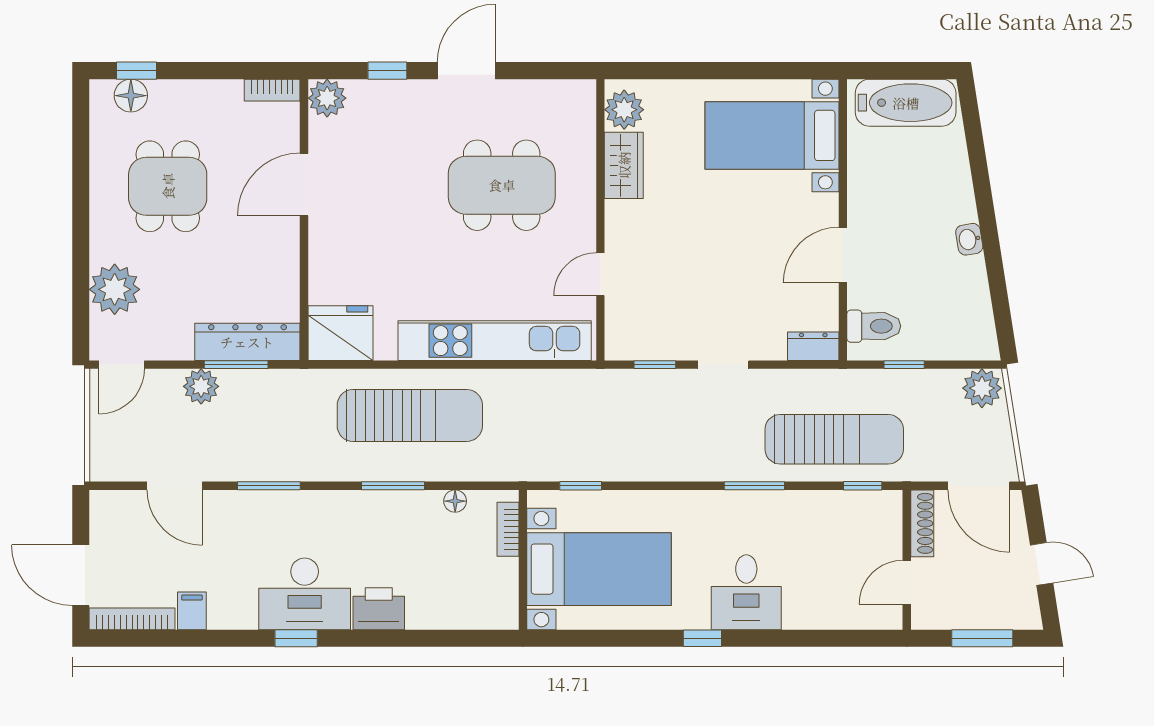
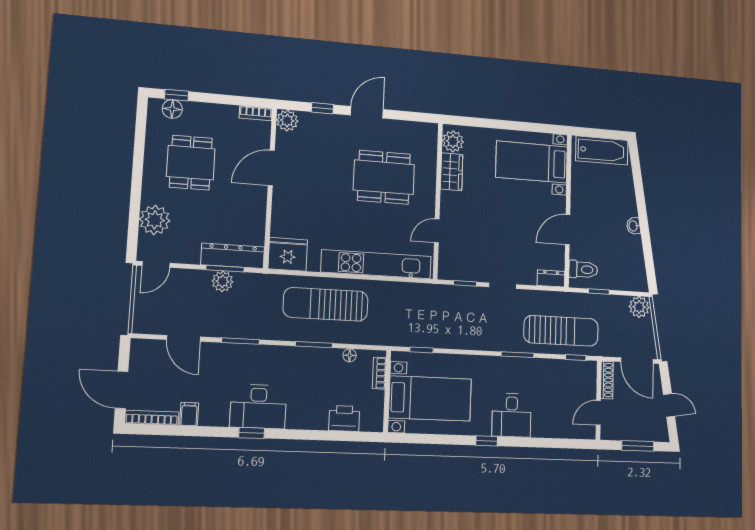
plant: (201, 386) -> (222, 281), moved
sun lounger: (410, 415) -> (326, 304), turned 180
printer: (379, 609) -> (344, 418), moved

